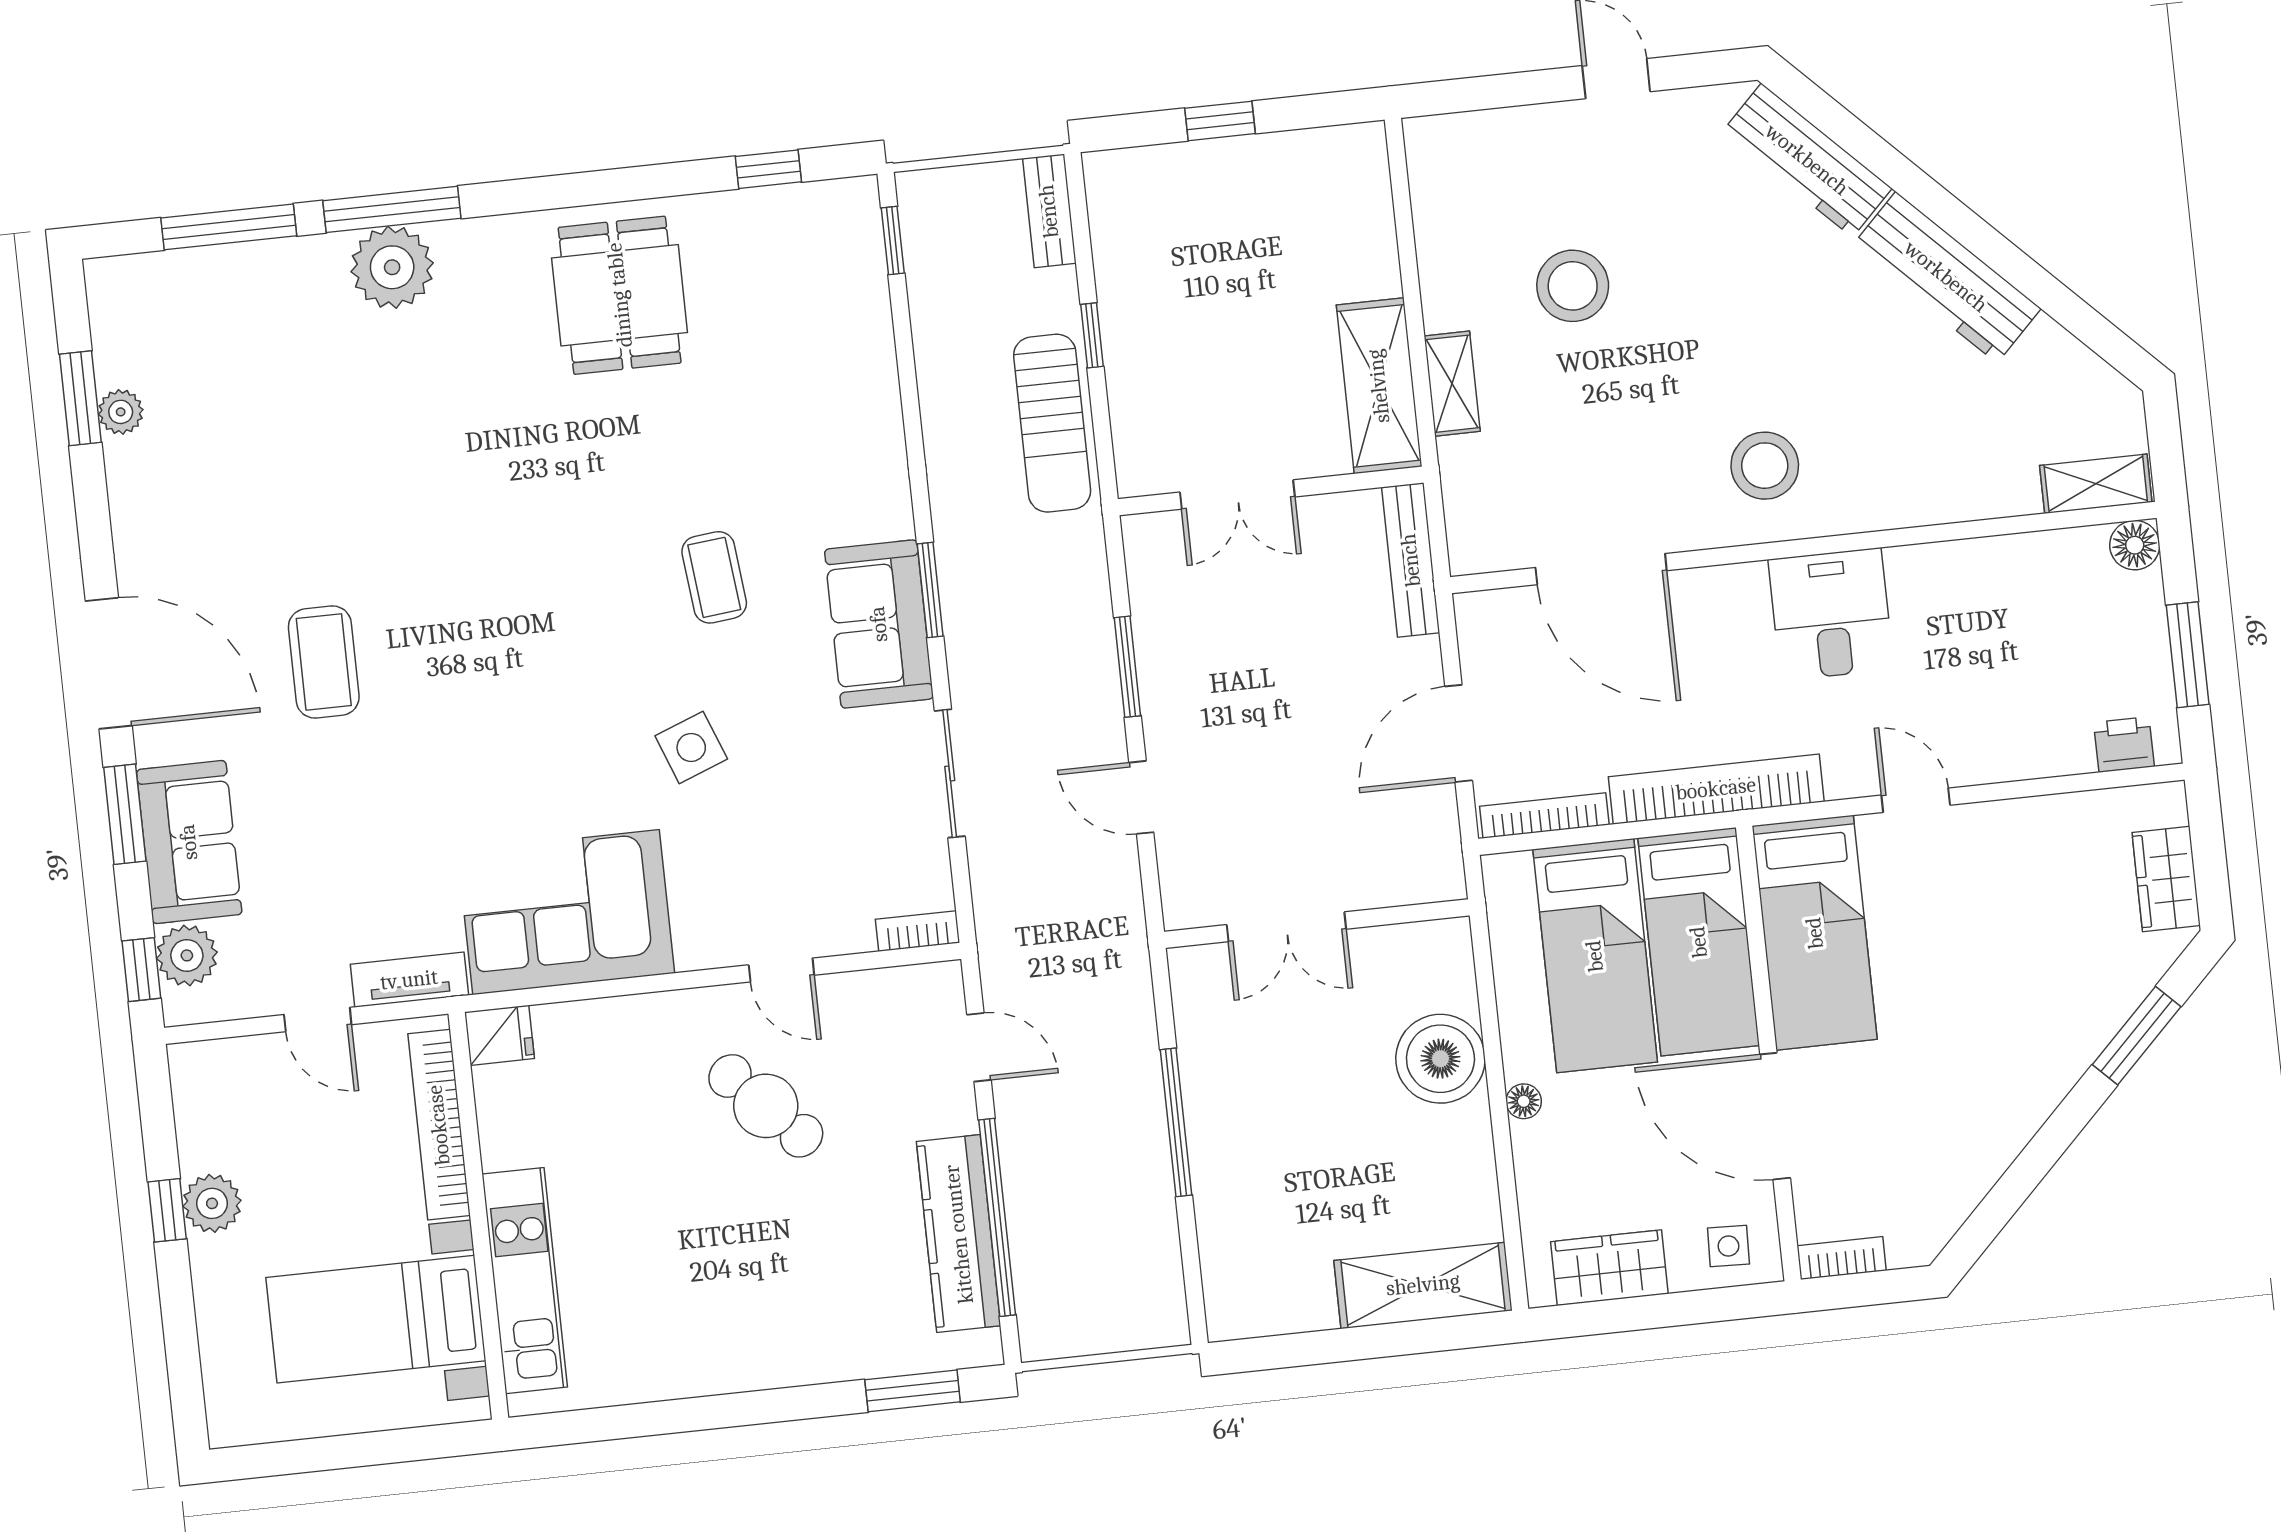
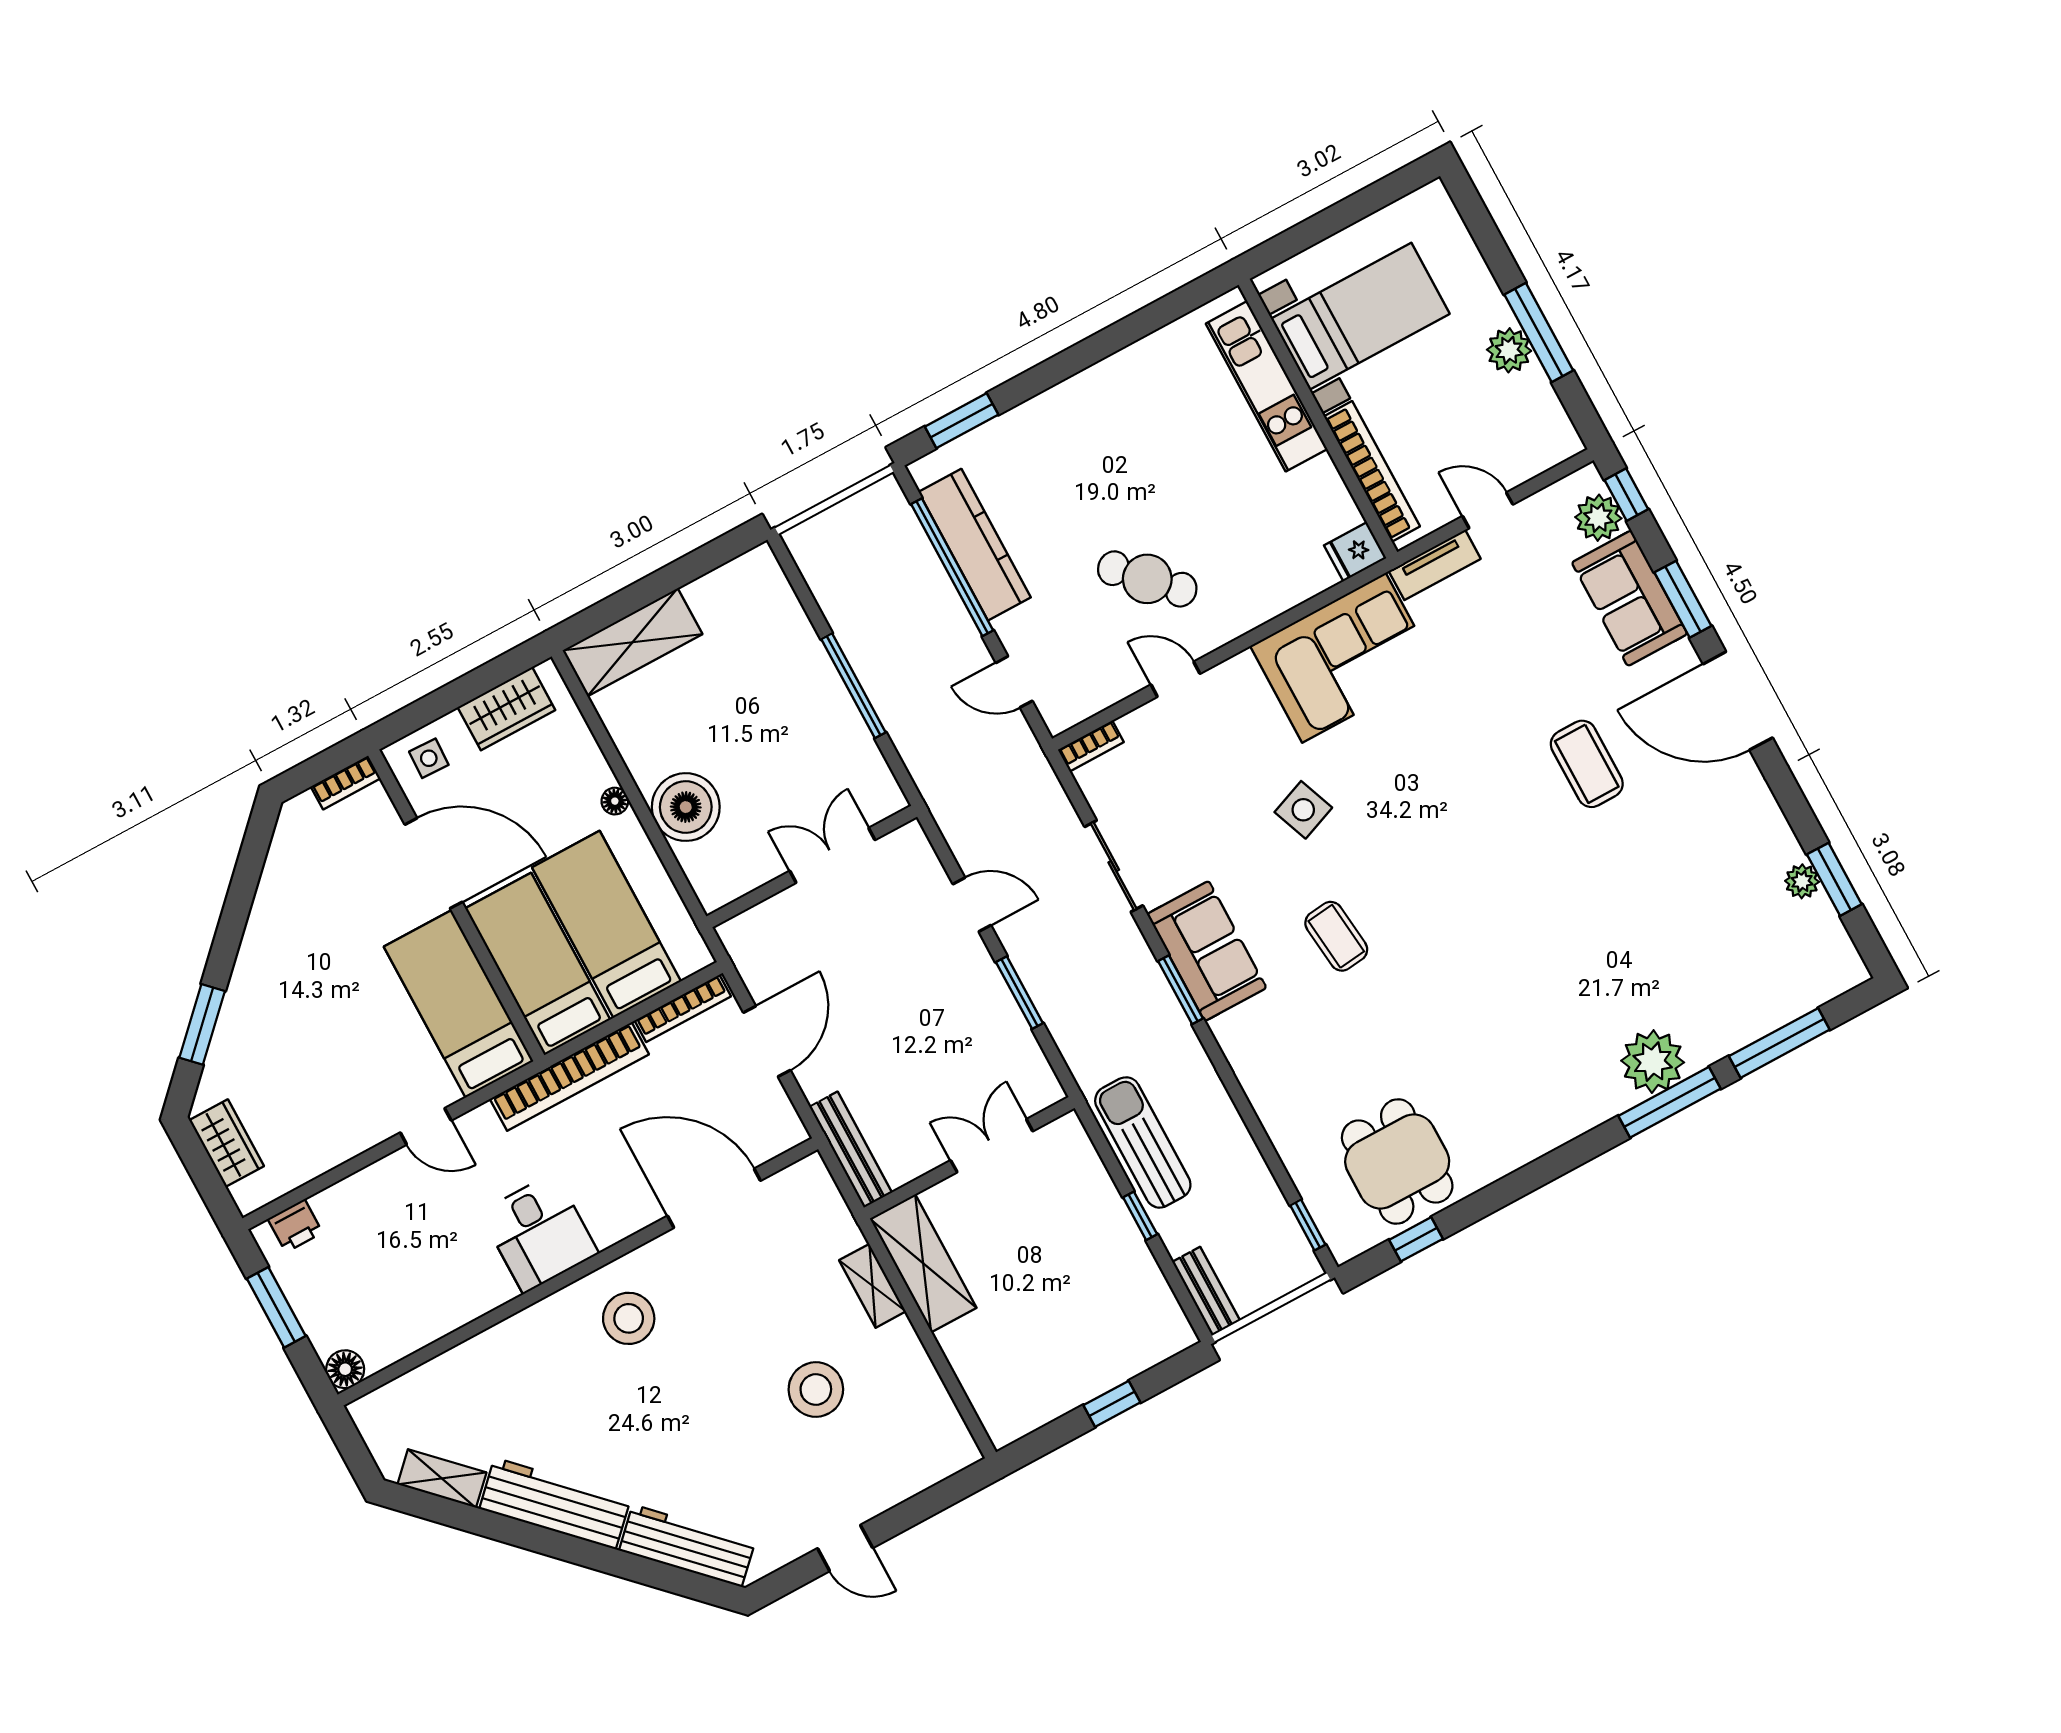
dining table: (620, 295) -> (1397, 1162), moved
shelving: (2096, 484) -> (442, 1478), moved, turned 45
window: (167, 1210) -> (1539, 332), width x2.17

